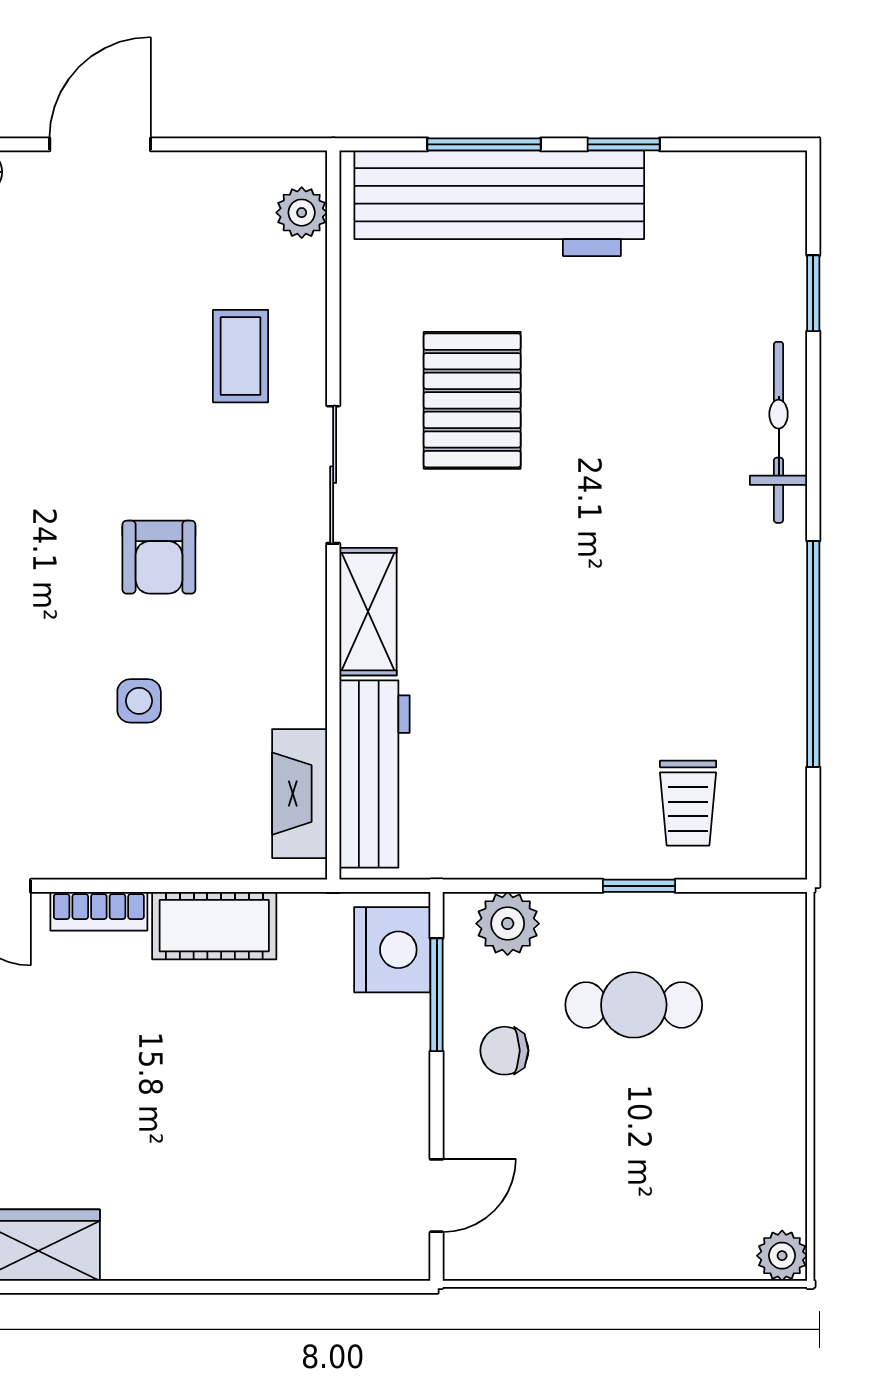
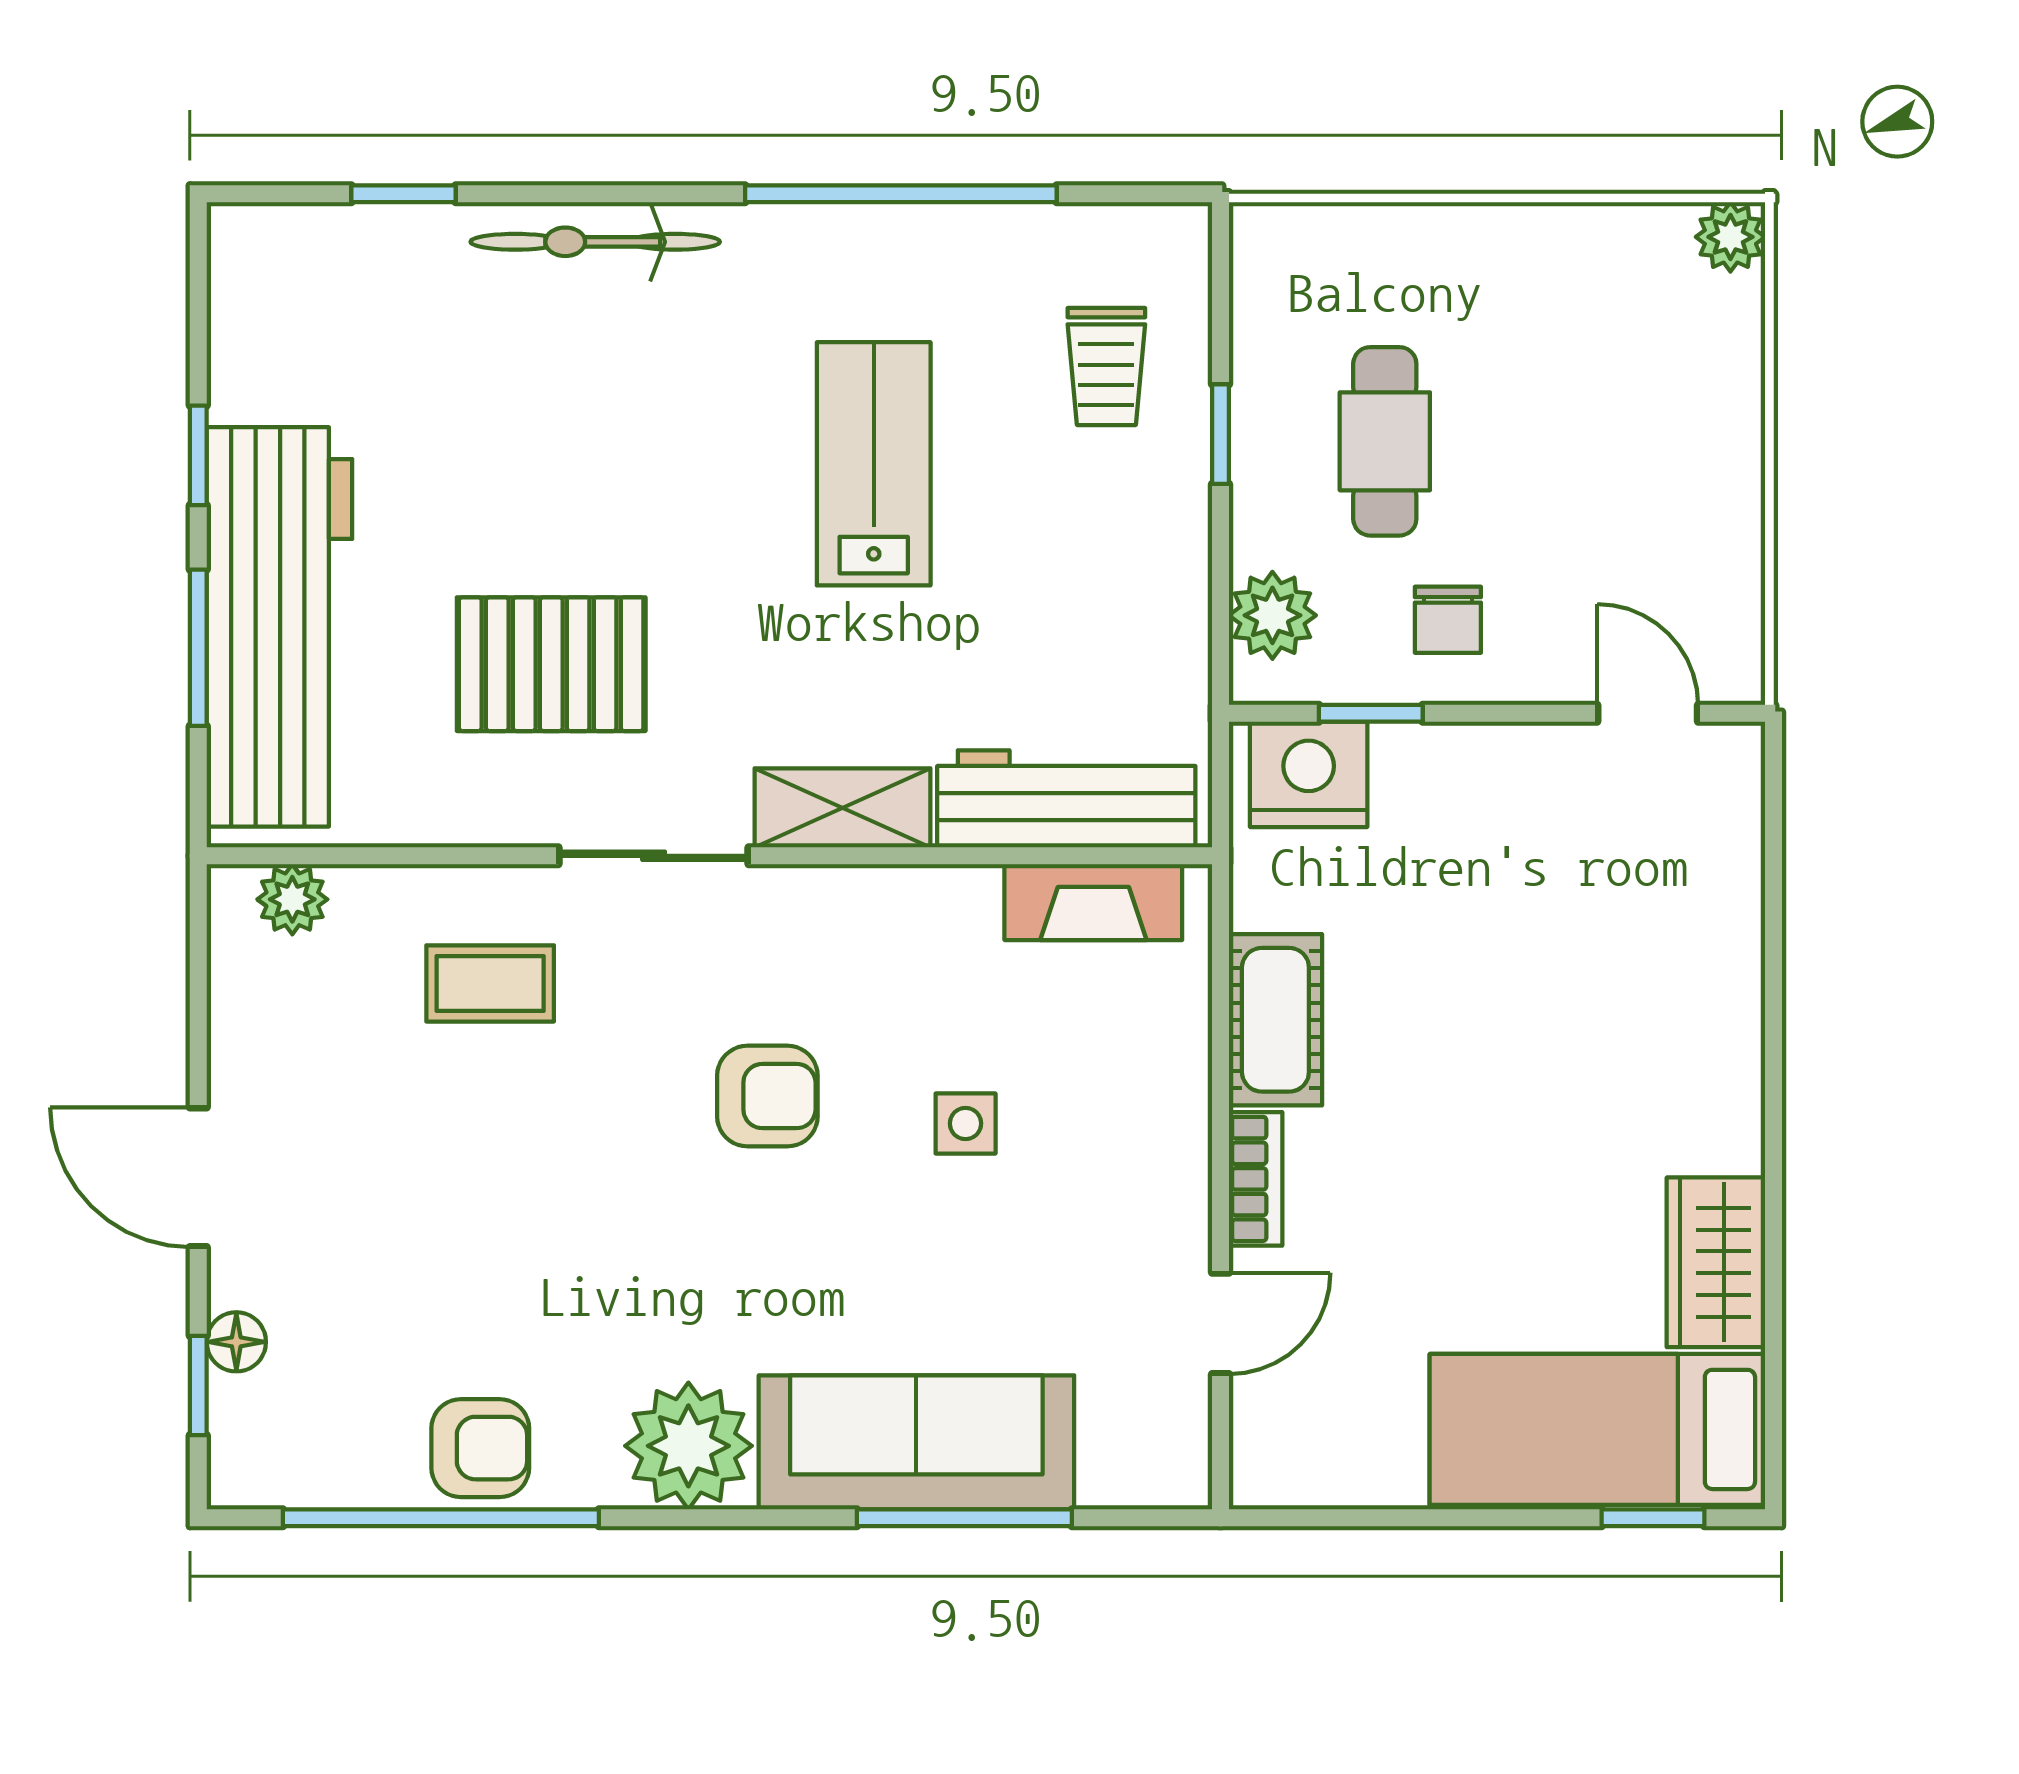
lab bench: (617, 634) -> (874, 464), added
trolley: (688, 803) -> (1106, 366), turned 90
window: (437, 995) -> (1371, 713), width x0.67

